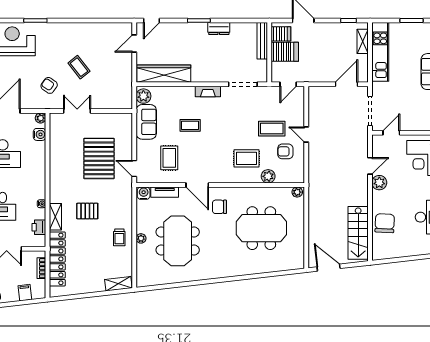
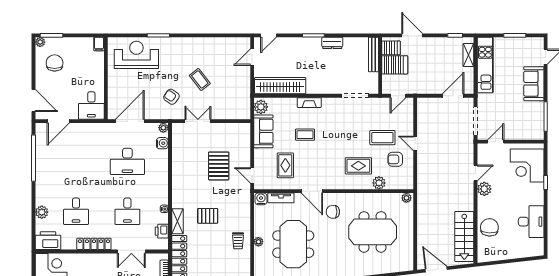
fireplace: (208, 92) -> (309, 103), moved
pallet: (99, 158) -> (219, 166), width x0.73, depth x0.71

